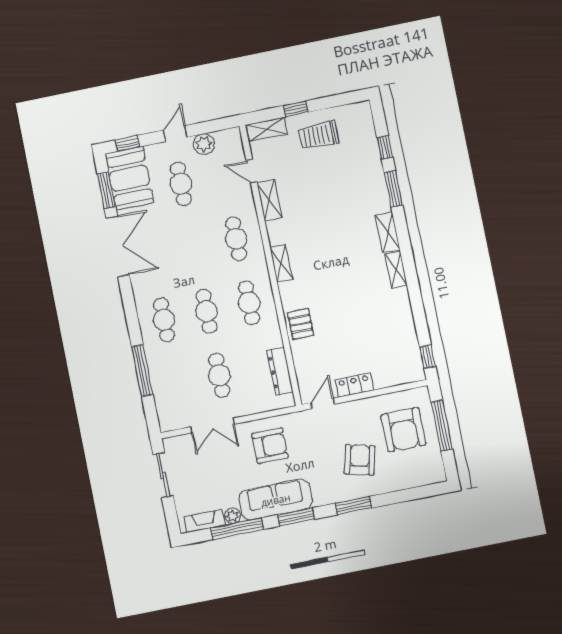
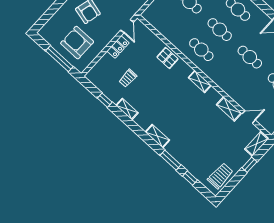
trolley: (319, 135) -> (220, 176), moved
cafe table: (236, 239) -> (250, 57), moved
shelving: (396, 270) -> (127, 109), moved
trolley: (371, 335) -> (128, 78), added
window: (428, 356) -> (105, 100), moved
dresser: (280, 371) -> (161, 26), removed

